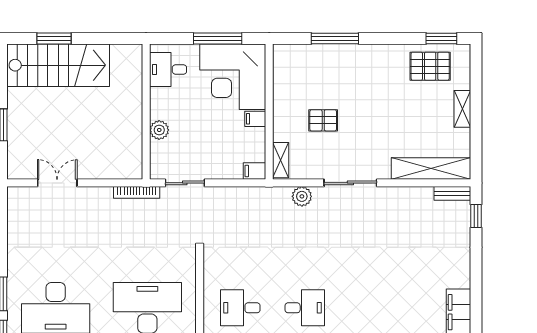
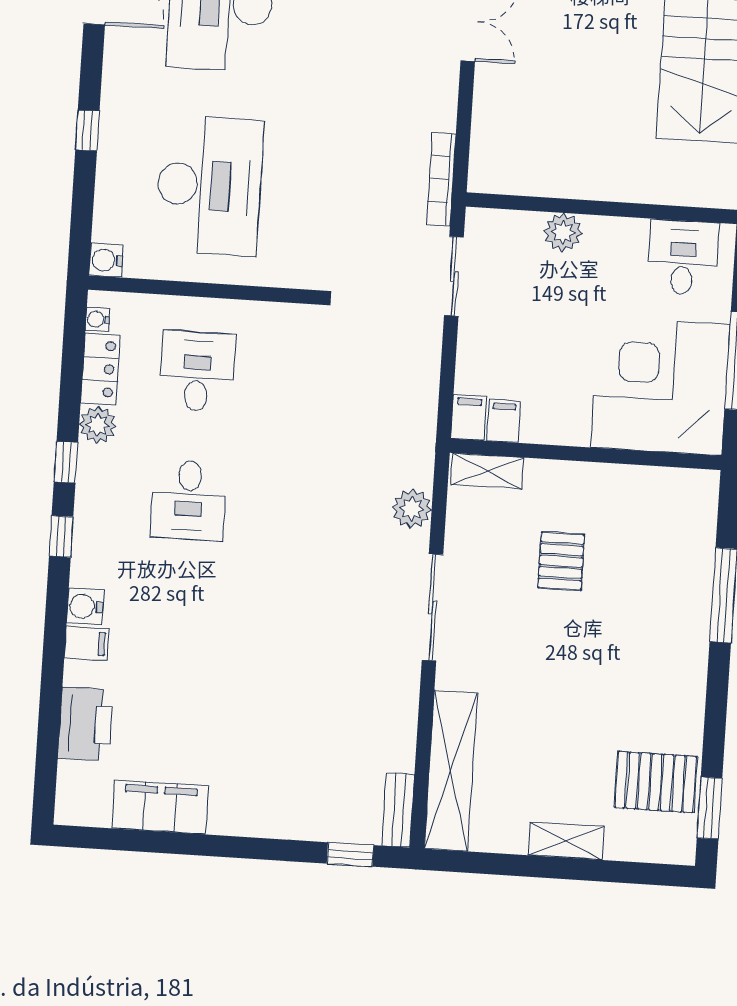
pallet: (430, 66) -> (656, 782), turned 90
filing cabinet: (255, 119) -> (504, 421), moved

